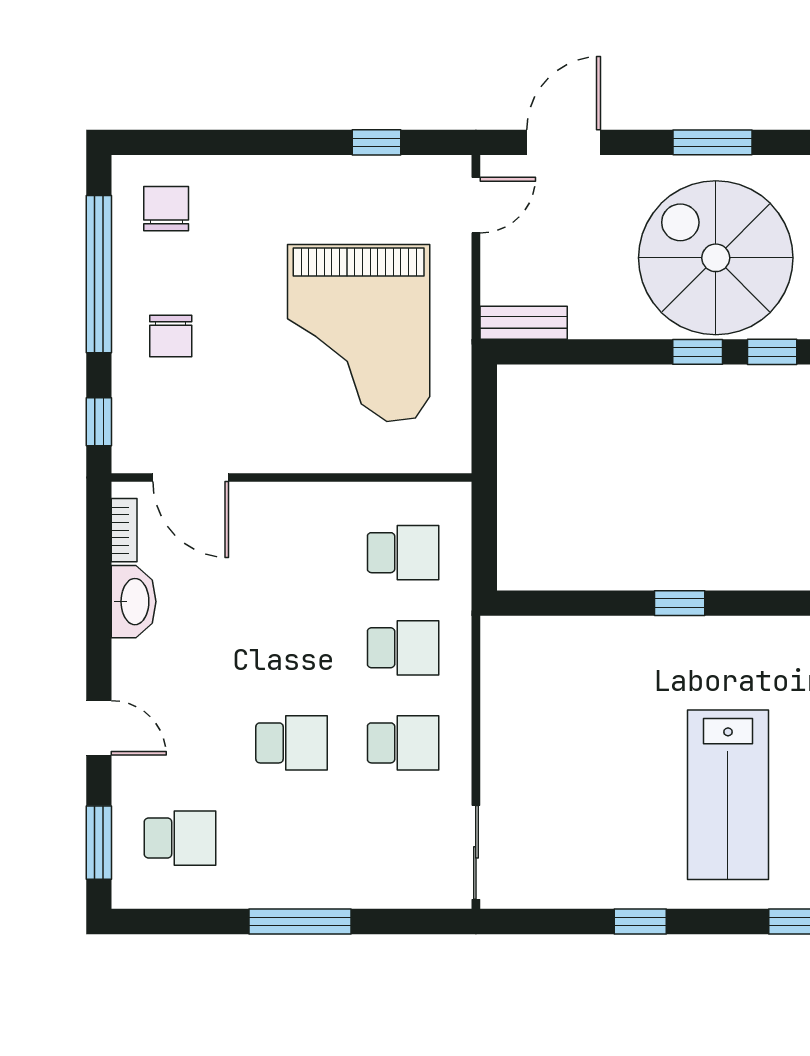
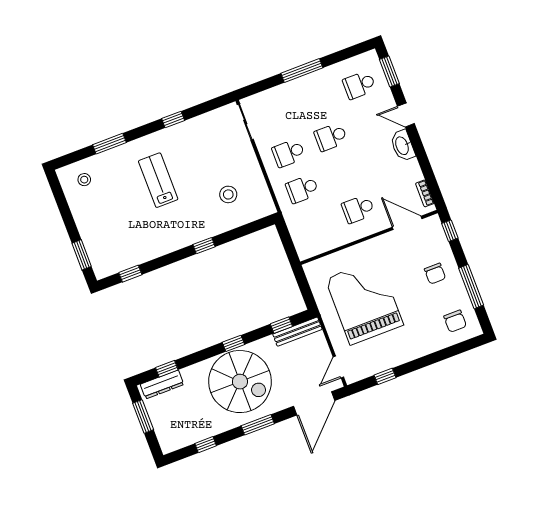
door: (564, 142) -> (314, 403), width x1.36
window: (99, 274) -> (471, 287), width x0.68
bench: (524, 323) -> (297, 332), width x1.36
chair: (171, 336) -> (435, 274), turned 180
window: (772, 352) -> (281, 325), moved
school desk: (403, 553) -> (358, 209), moved
washbasin: (134, 602) -> (402, 146), moved
stool: (579, 700) -> (228, 194), added
lab bench: (728, 795) -> (158, 180), width x0.73, depth x0.72

